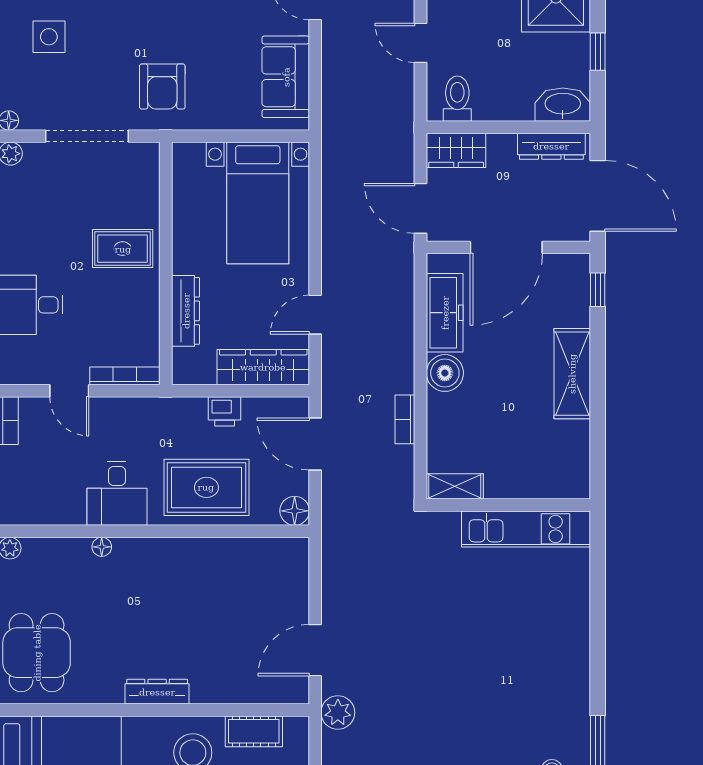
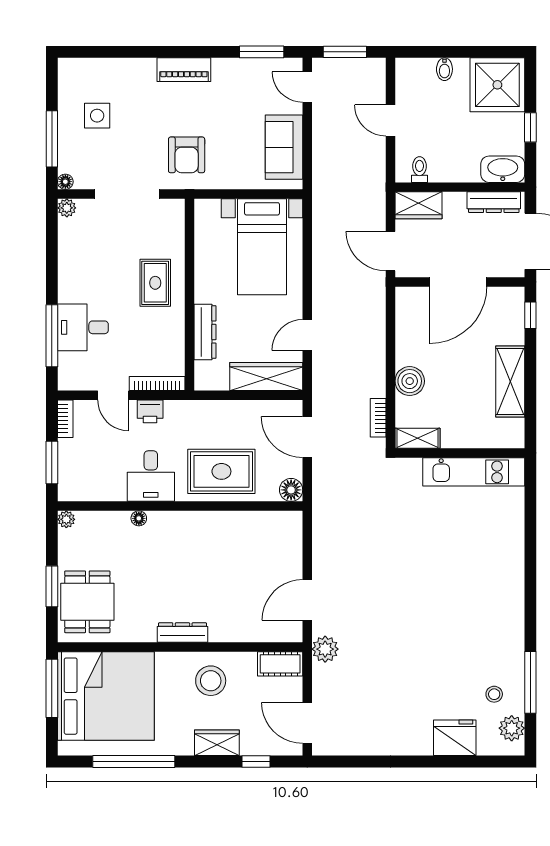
toilet: (457, 99) -> (420, 170), width x0.73, depth x0.72
rug: (123, 249) -> (155, 283), turned 90
freezer: (445, 313) -> (410, 333), removed
printer: (225, 411) -> (150, 411), moved
shelving: (455, 486) -> (417, 438), moved
wall: (508, 505) -> (460, 453), moved
kitchen unit: (526, 529) -> (474, 472), moved
cot: (254, 731) -> (280, 664), moved

